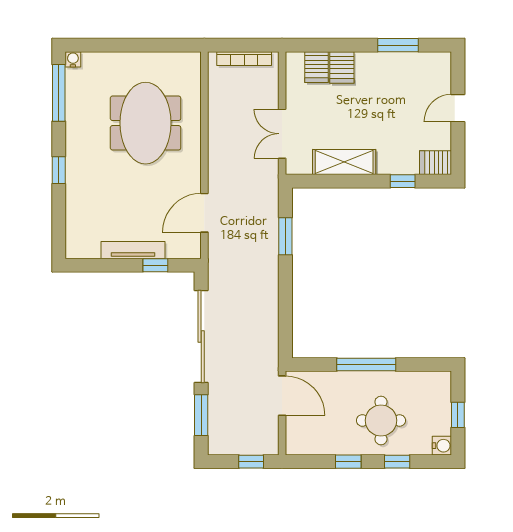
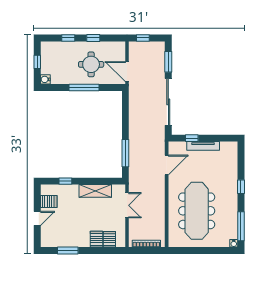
meeting table: (146, 123) -> (197, 211), width x1.36
server rack: (436, 163) -> (49, 202), moved
window: (285, 236) -> (125, 153), width x1.44
round table: (381, 420) -> (91, 64), moved
water cooler: (442, 446) -> (45, 79), moved

